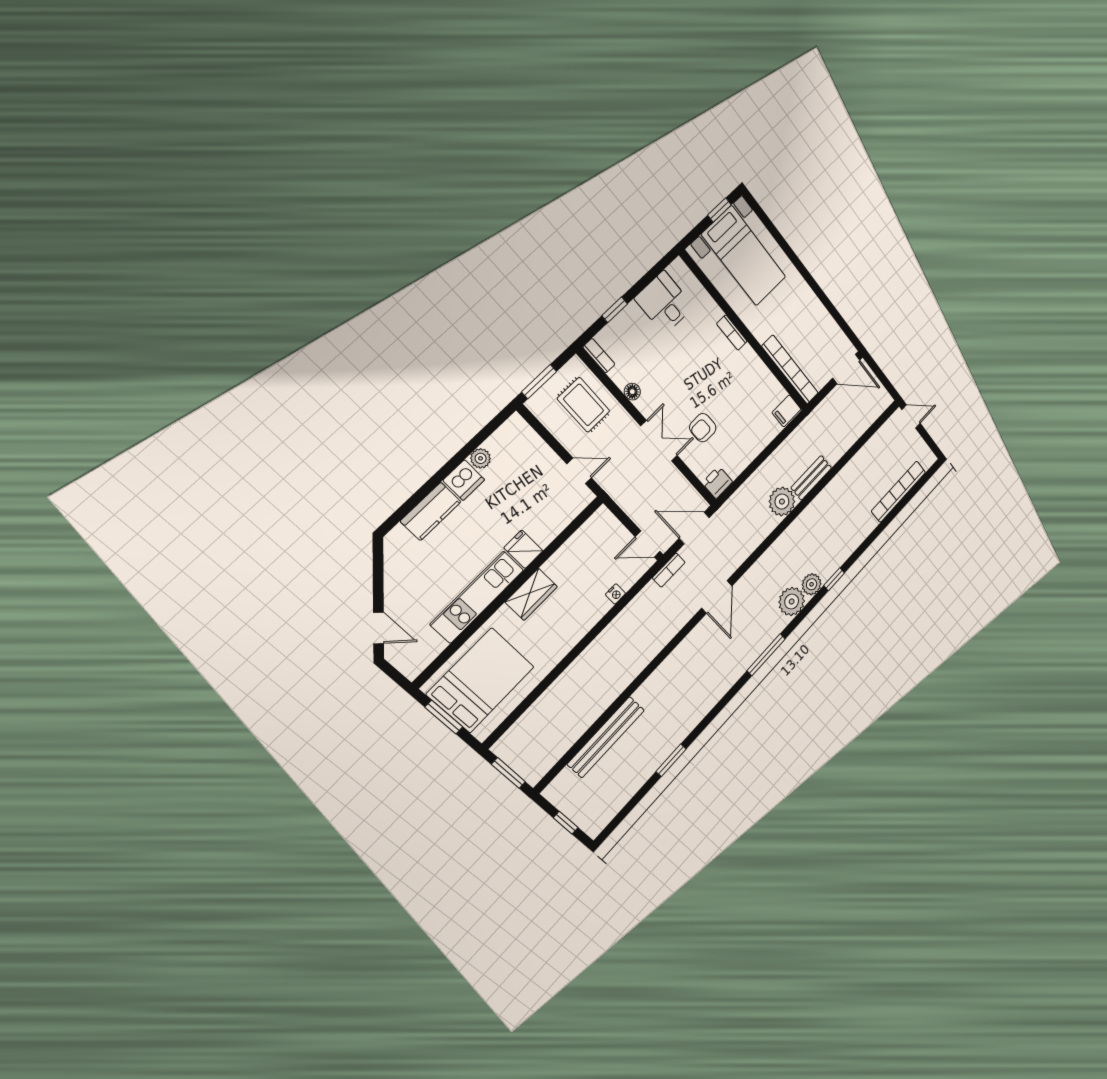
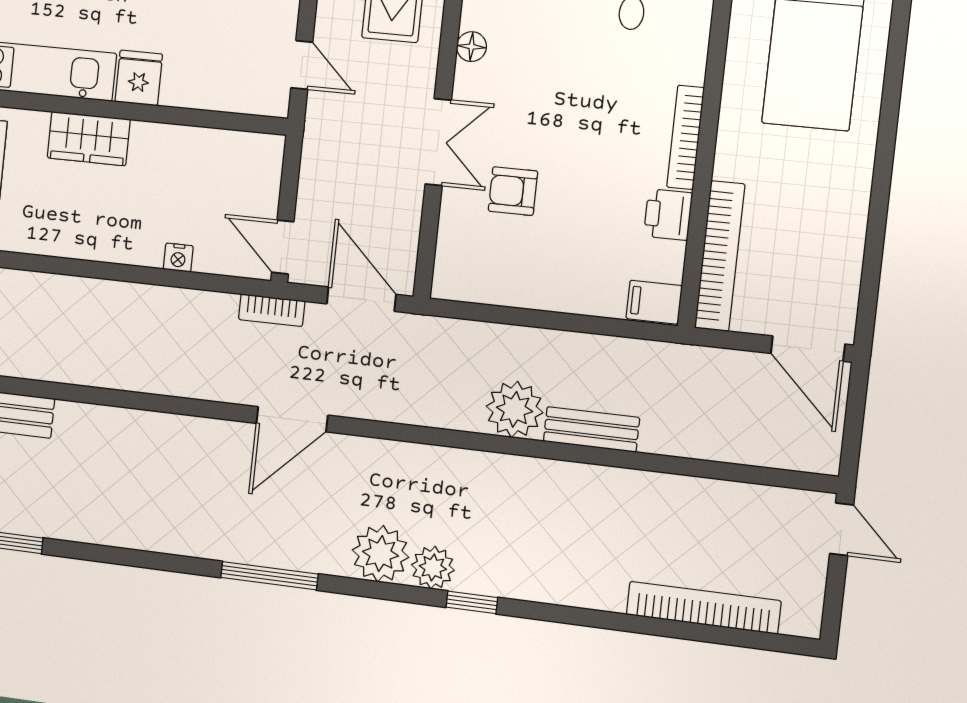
bookcase: (732, 333) -> (685, 137), width x1.56
printer: (717, 482) -> (668, 215), moved, turned -90

